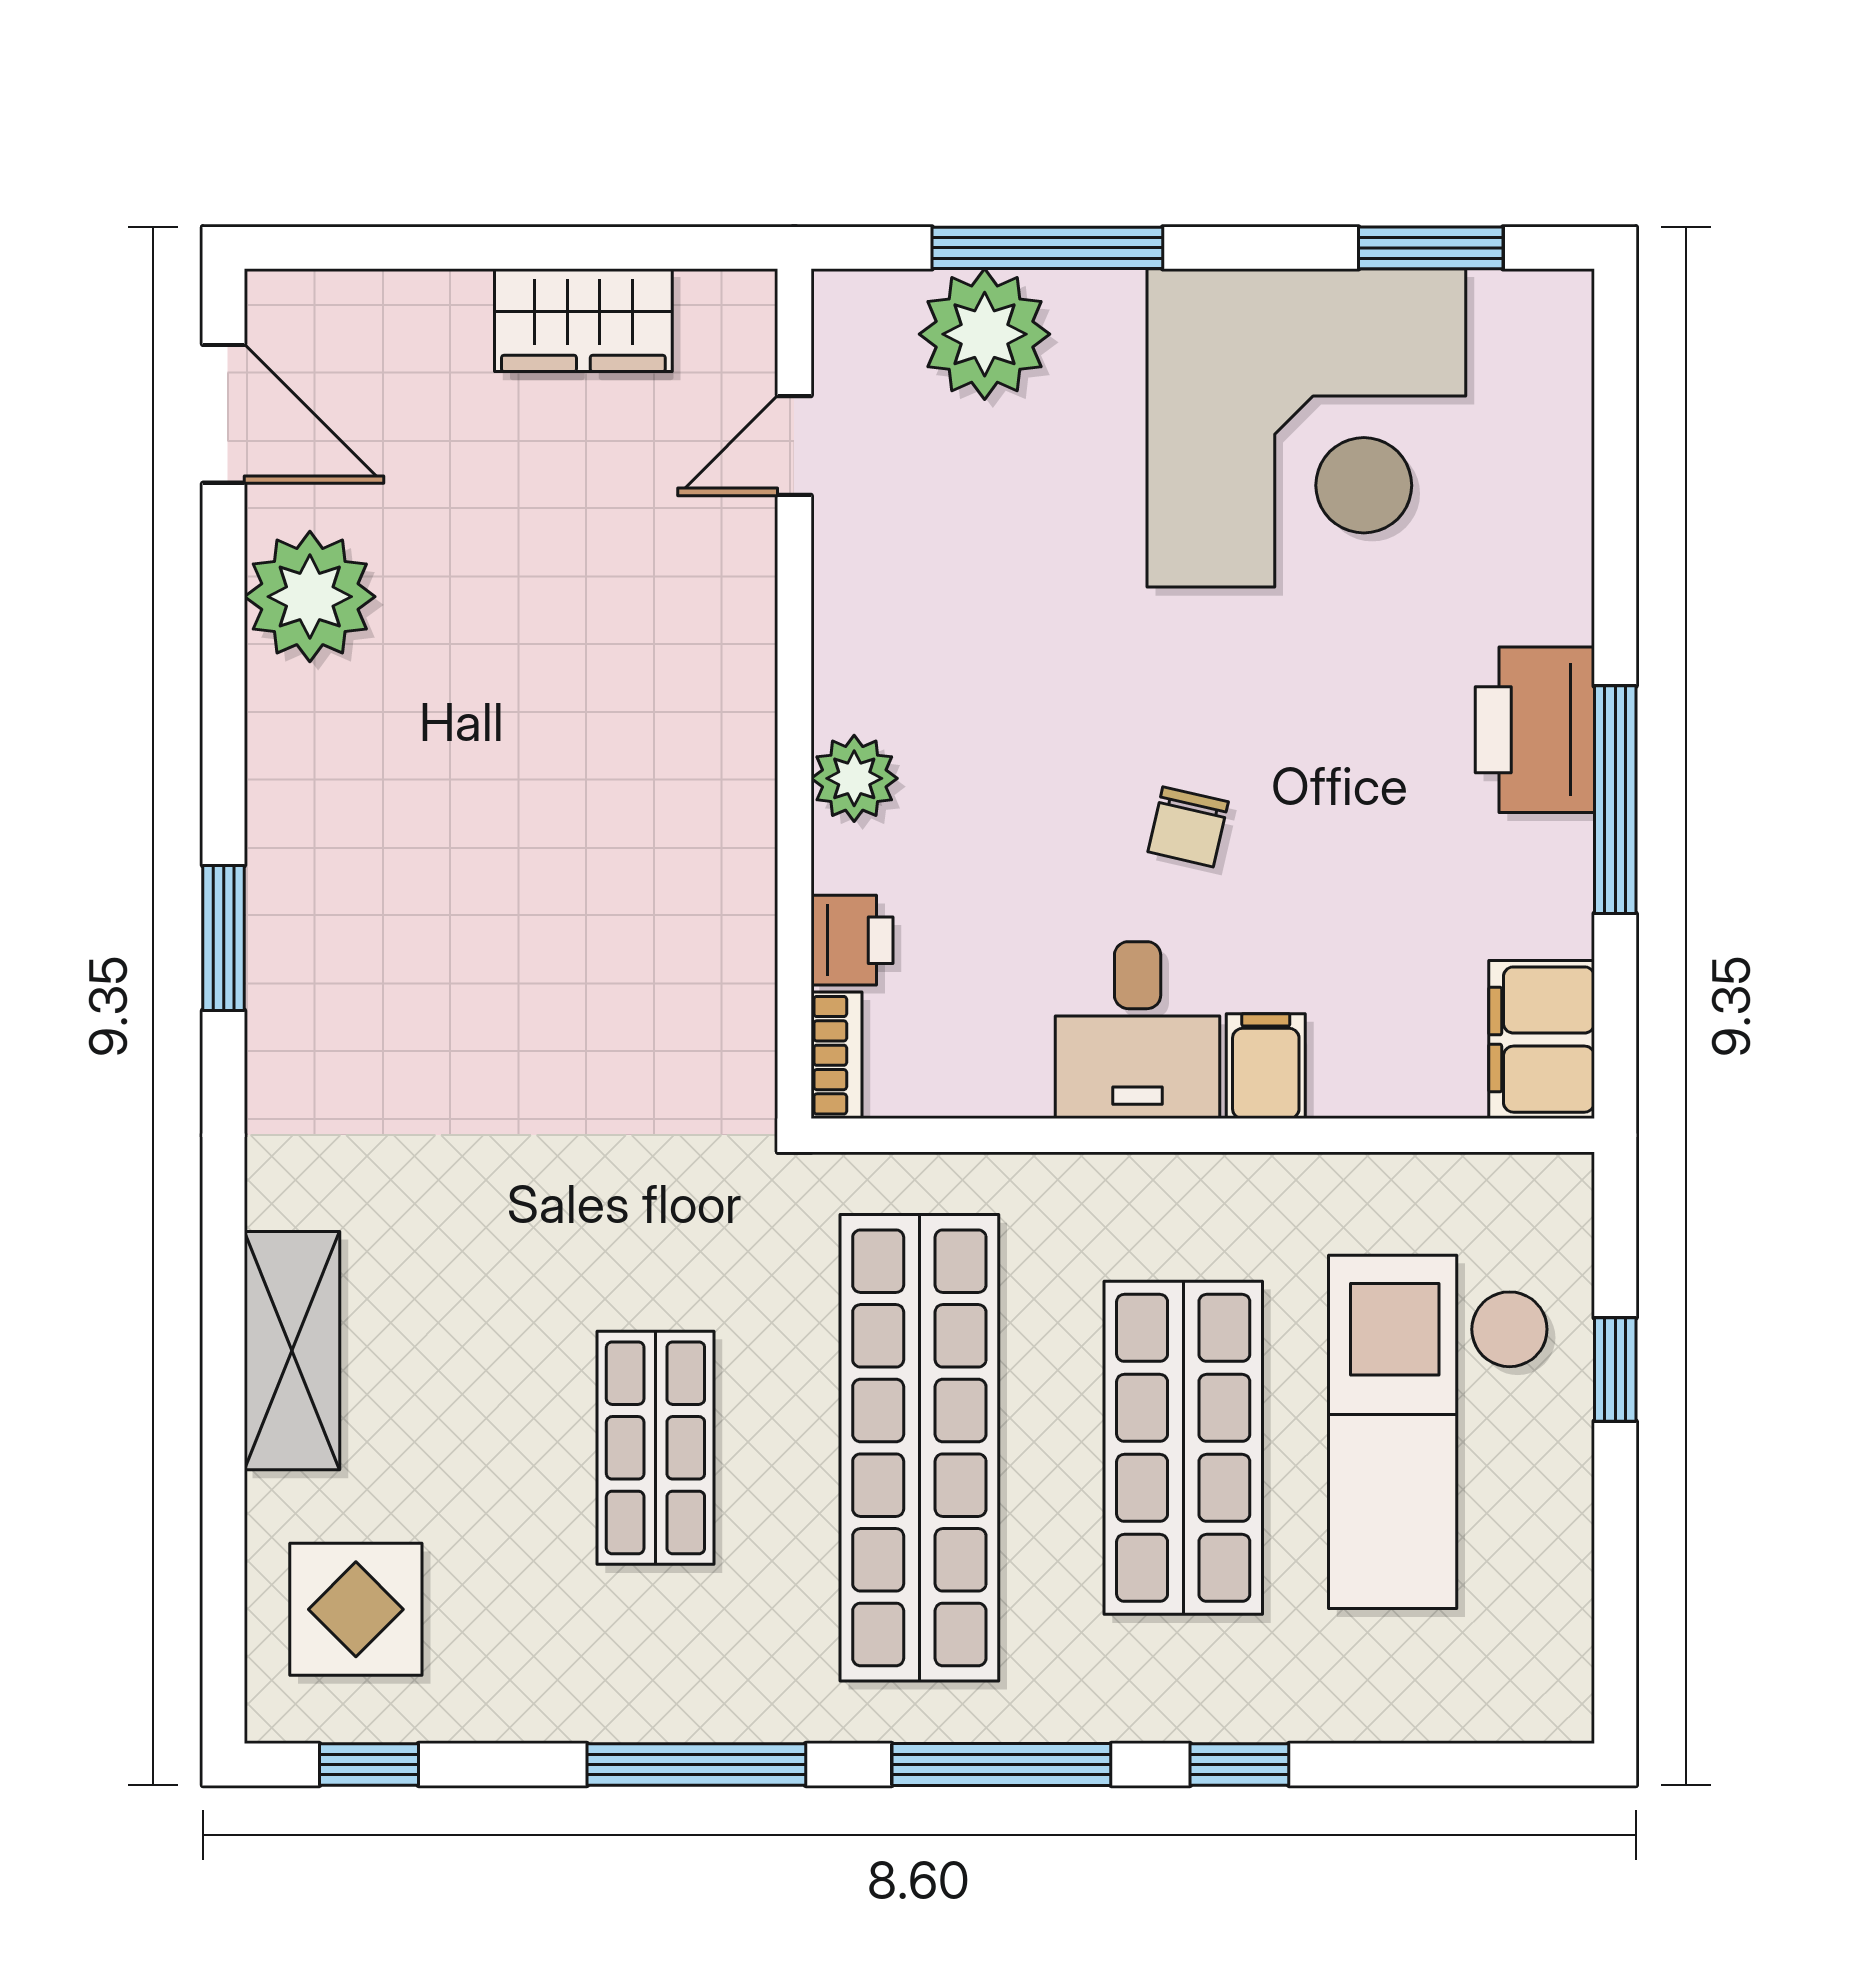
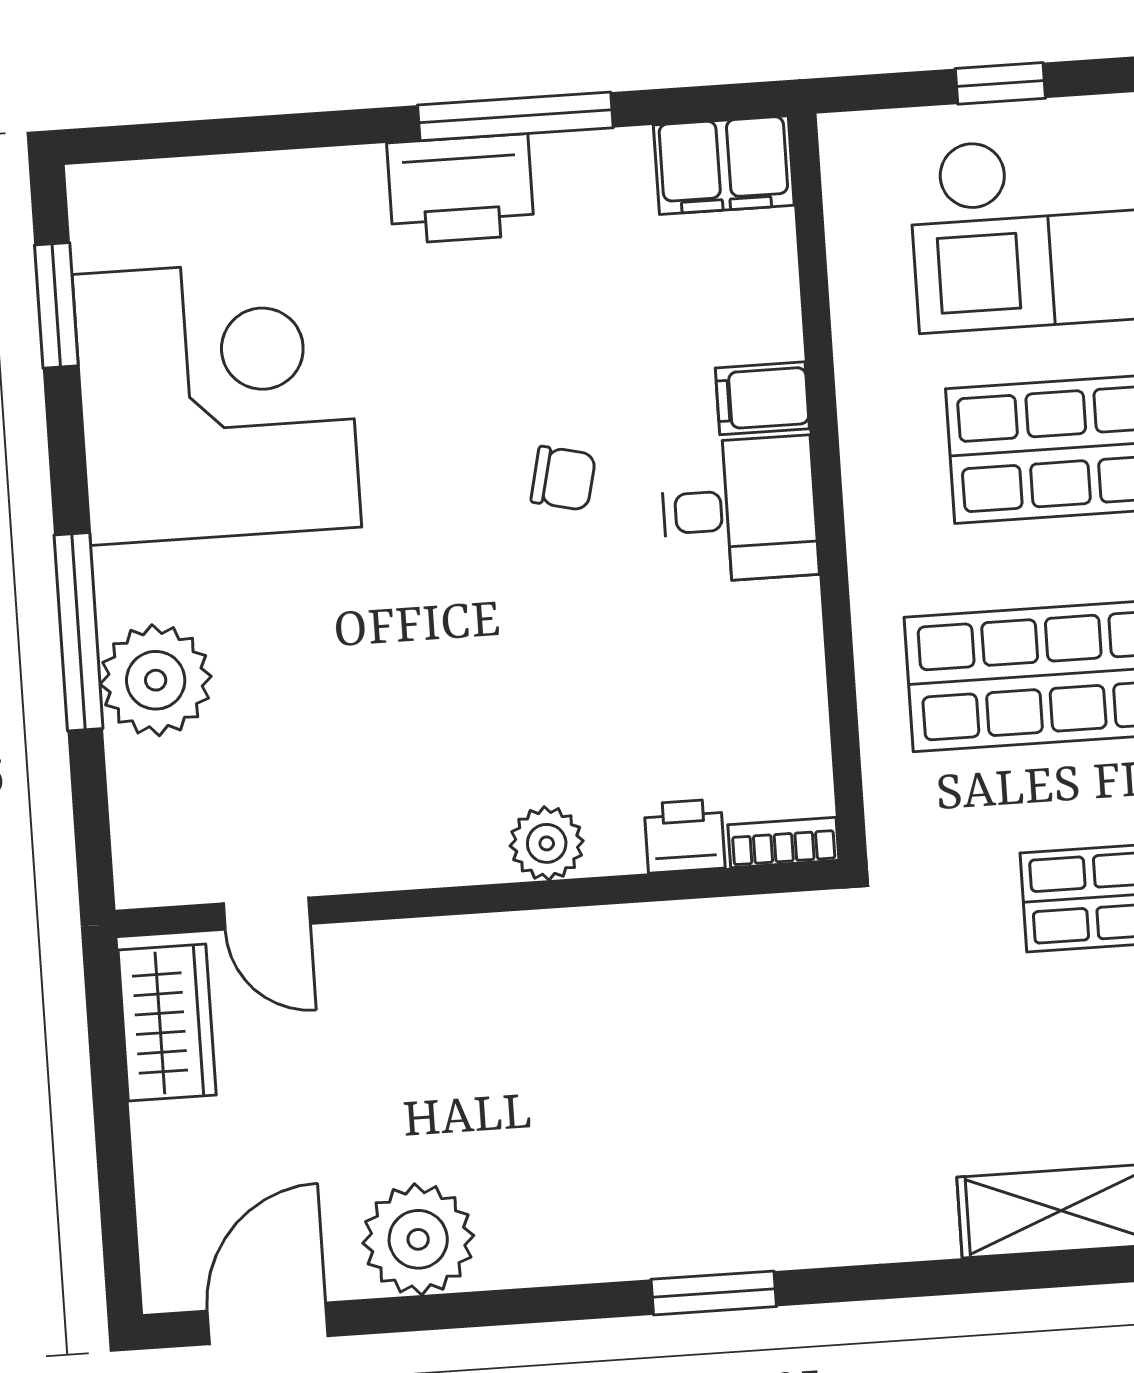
door: (794, 446) -> (267, 914), moved
wall: (794, 694) -> (478, 899), moved
plant: (854, 778) -> (547, 843), moved
printer: (852, 940) -> (685, 836), moved
bookcase: (836, 1055) -> (783, 842), moved

